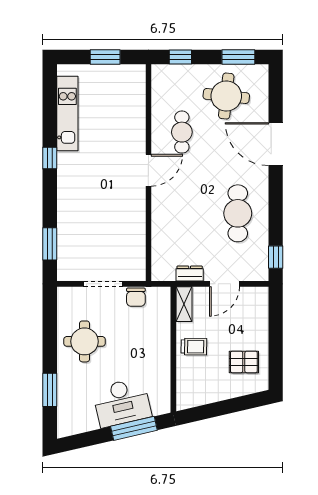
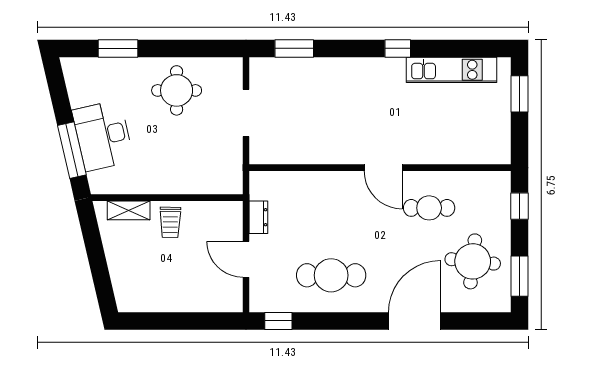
window: (105, 57) -> (520, 94), moved
chair: (136, 297) -> (230, 152), removed
shelving: (184, 304) -> (129, 210), moved
pallet: (244, 362) -> (152, 283), removed

